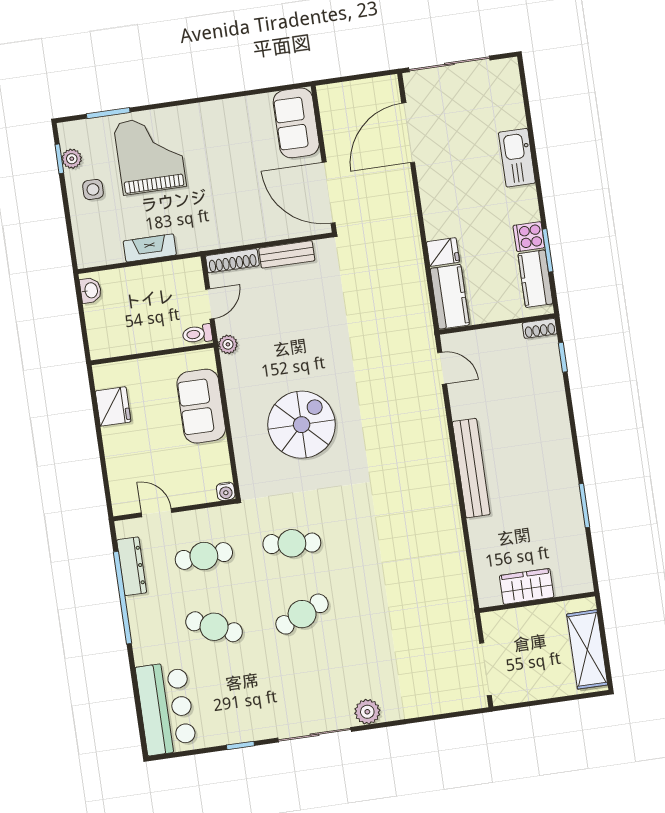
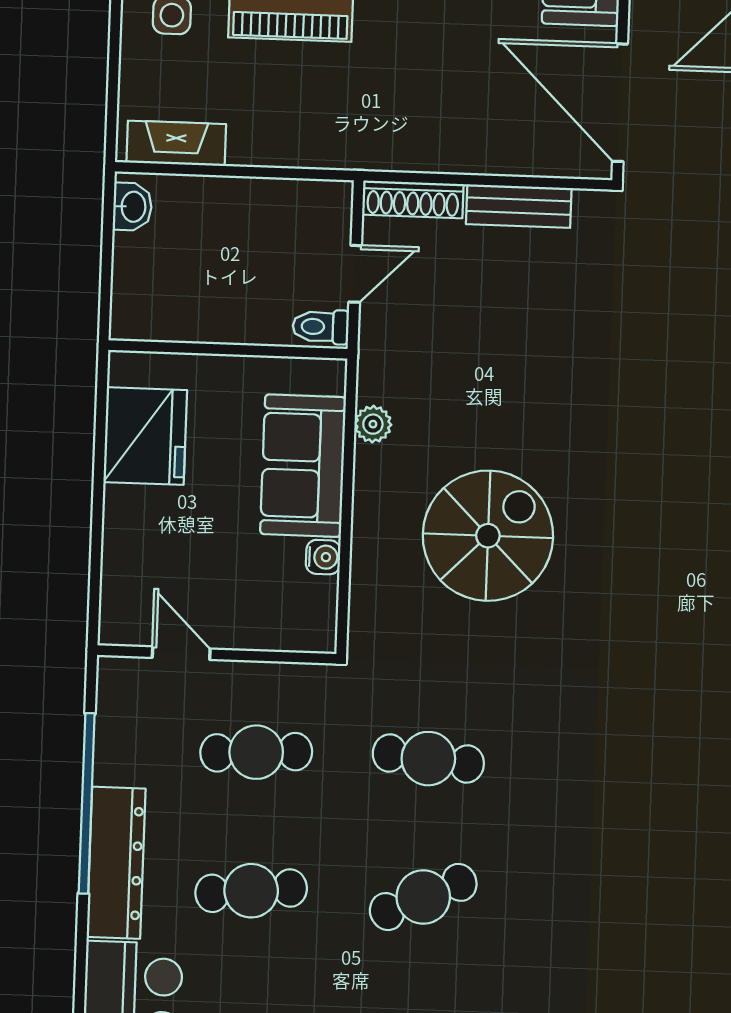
fireplace: (150, 248) -> (176, 143), moved
plant: (228, 344) -> (373, 424), moved
fridge: (113, 406) -> (145, 436), width x1.36, depth x1.34
water cooler: (226, 491) -> (323, 557), moved, turned -90
dresser: (132, 566) -> (116, 863), moved, width x1.37, depth x1.24
cafe table: (214, 627) -> (251, 891), turned -30

